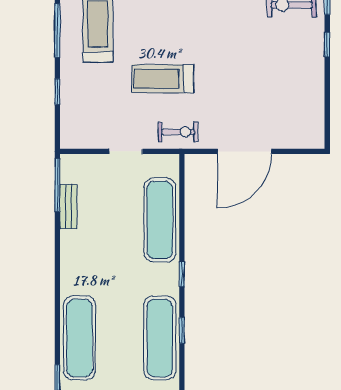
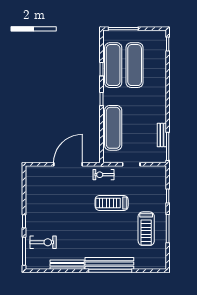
treadmill: (163, 79) -> (112, 203), turned 180
exercise mat: (79, 338) -> (135, 65), moved

